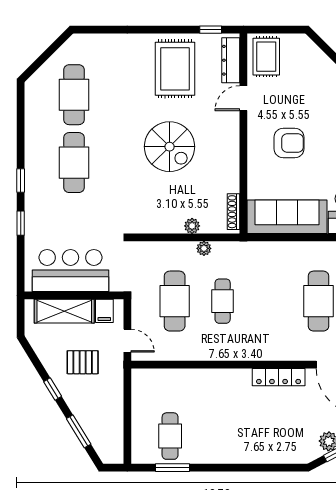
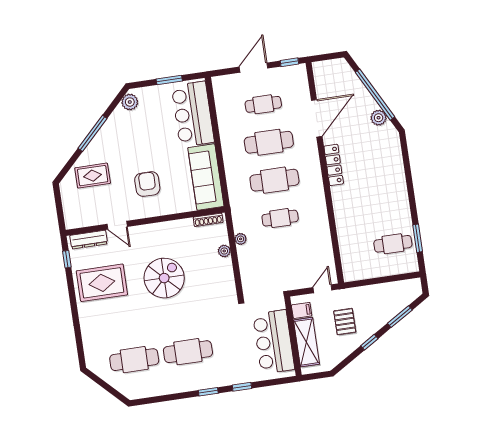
rug: (266, 57) -> (93, 176), moved
cafe table: (175, 301) -> (274, 180), moved

